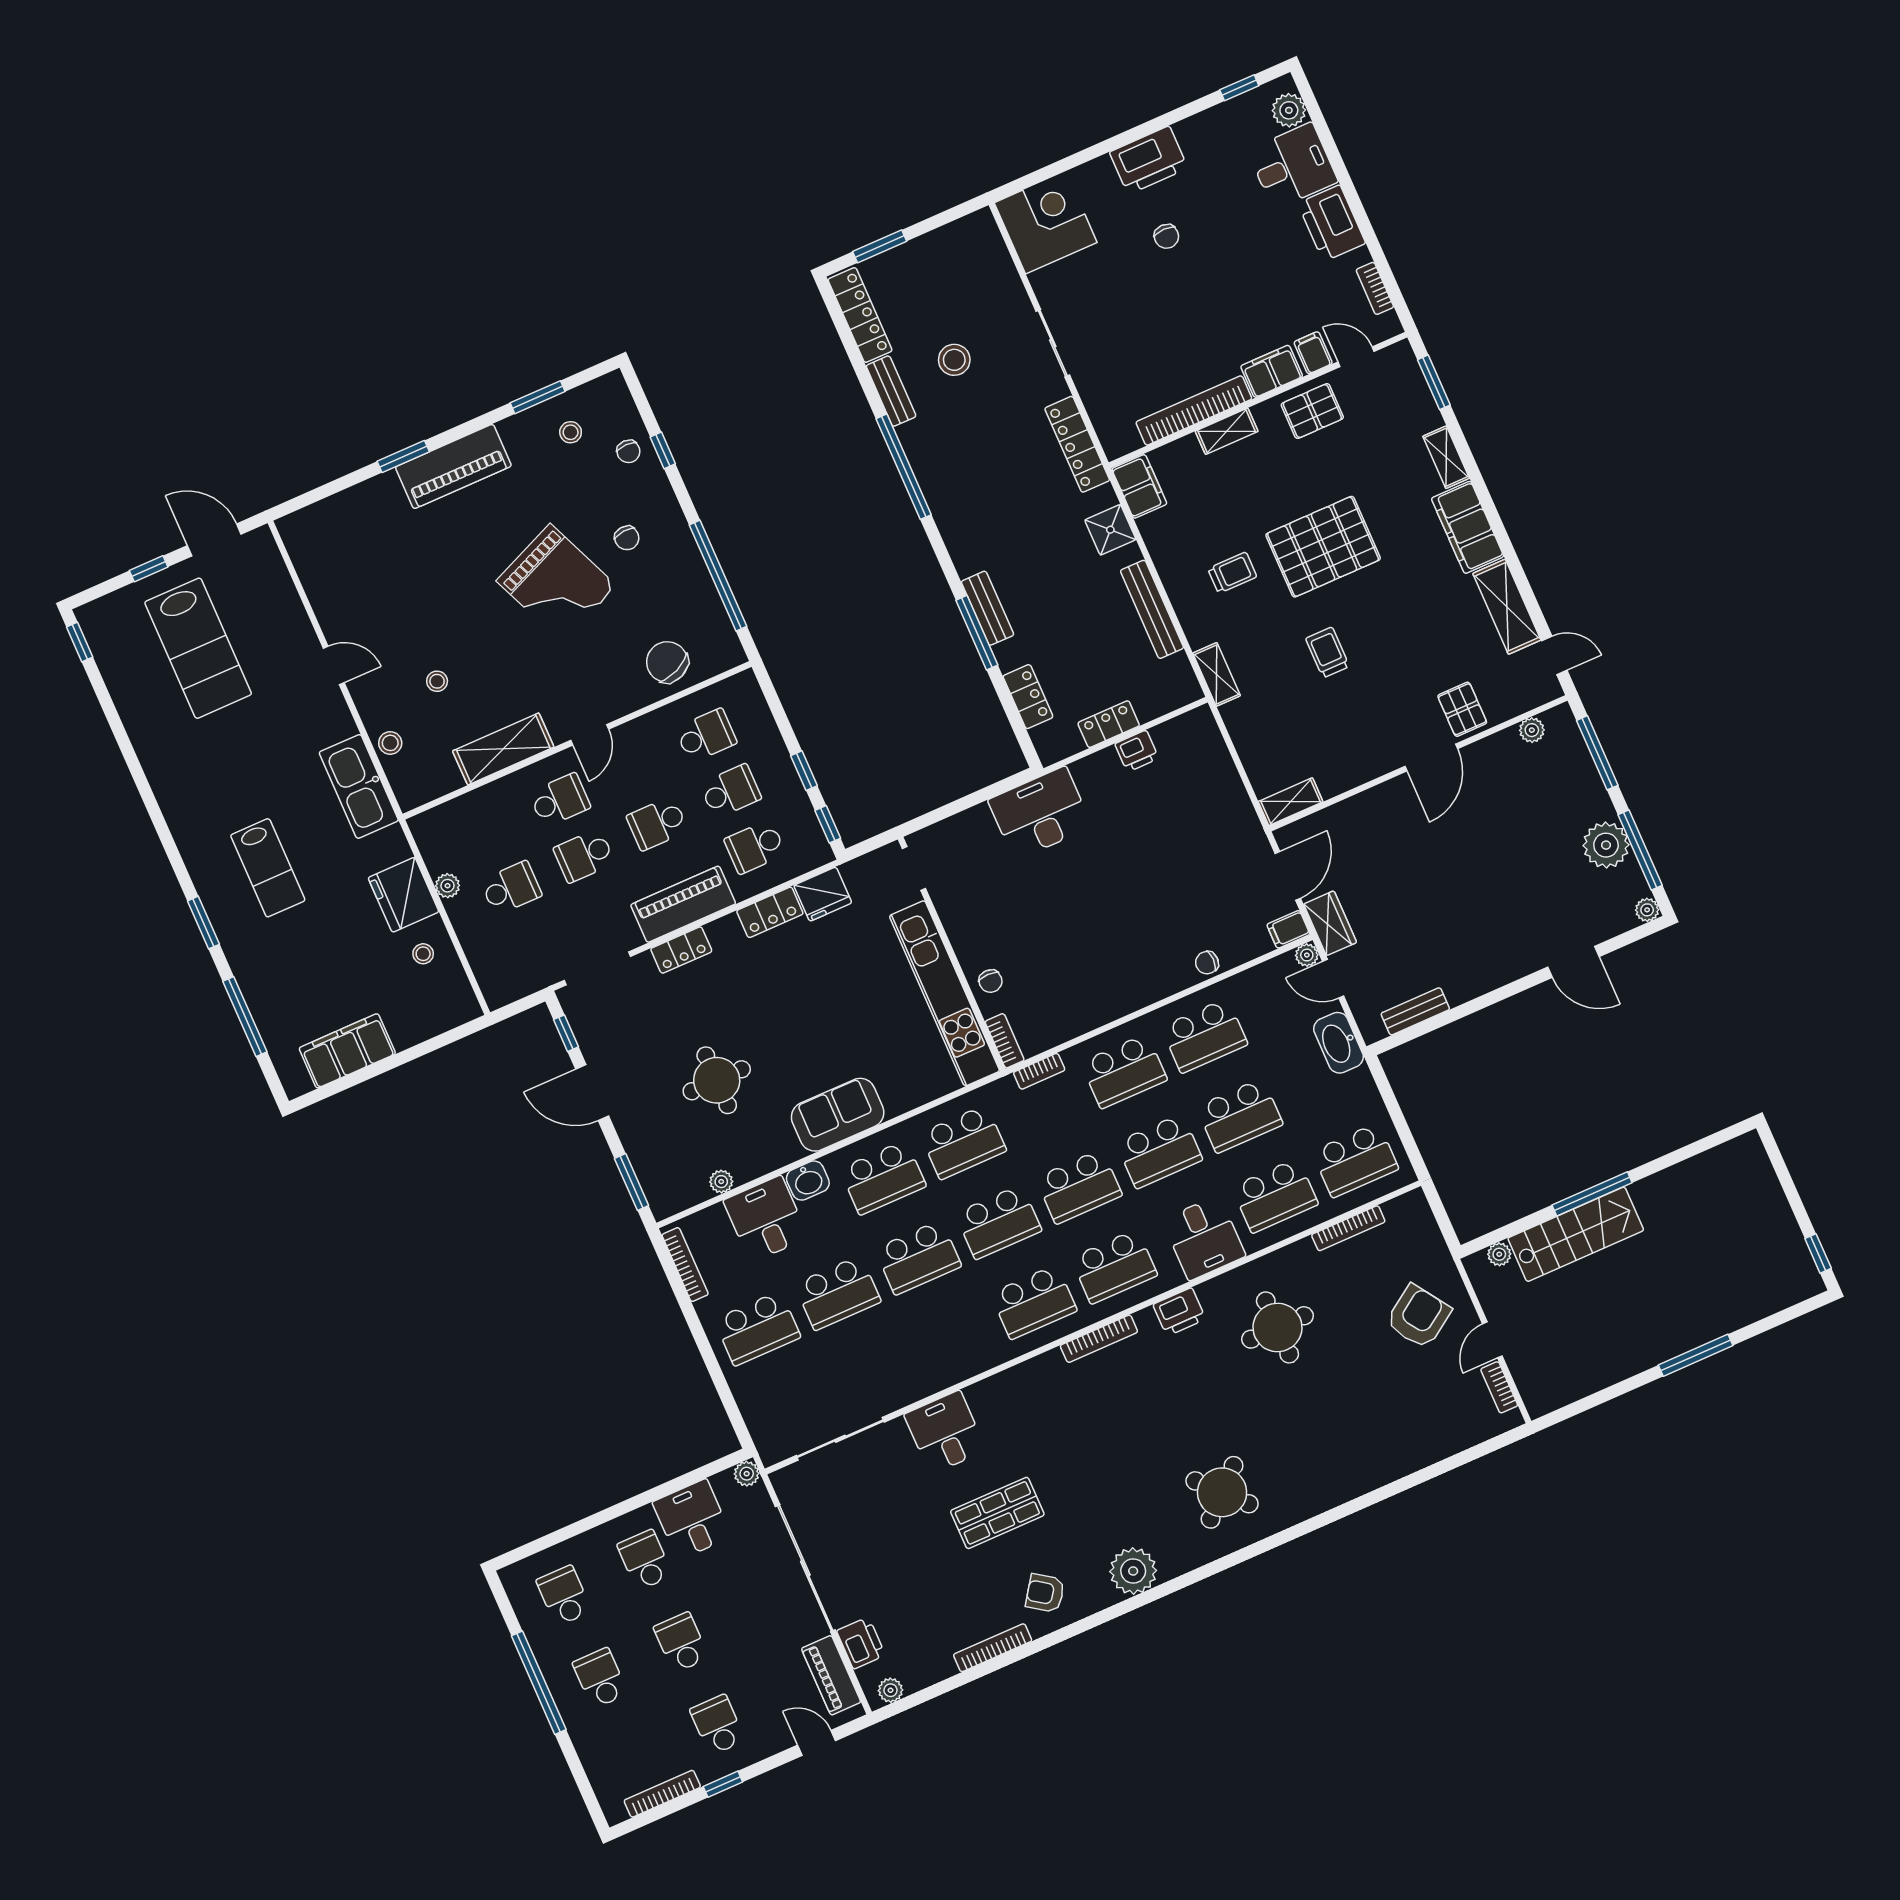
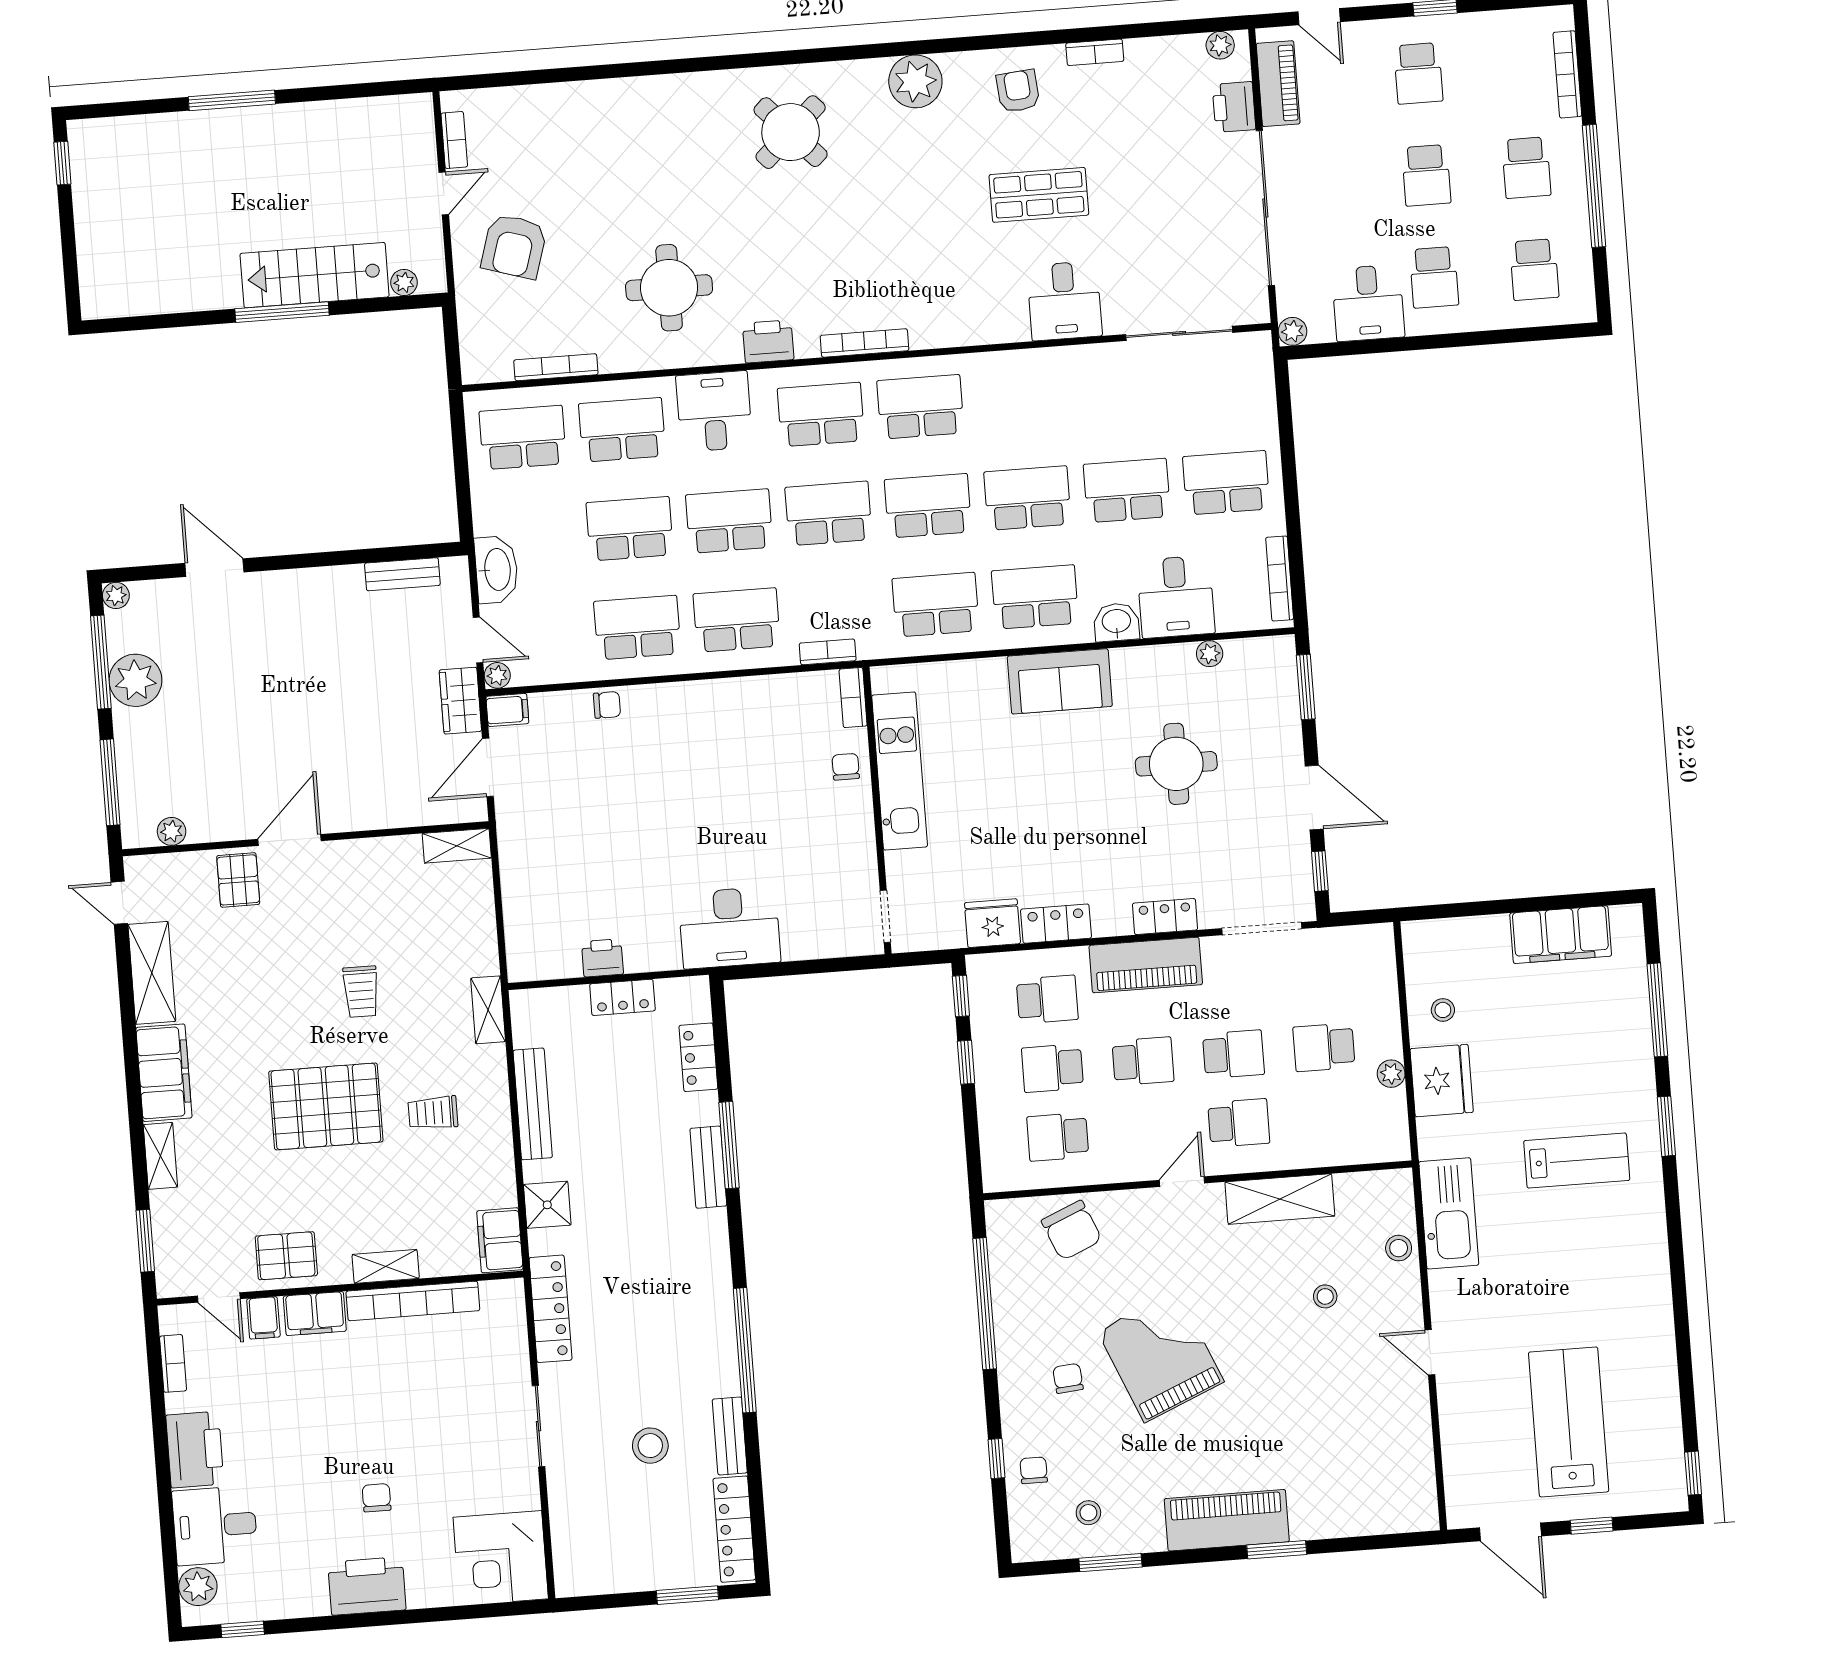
school desk: (560, 800) -> (1239, 1123), turned 180
lab bench: (268, 868) -> (1577, 1161), turned 90
kitchen unit: (945, 993) -> (900, 771), width x0.73
armchair: (1418, 1317) -> (514, 246), turned -39
armchair: (1045, 1593) -> (1018, 91), turned -130
bookcase: (993, 1648) -> (1095, 52), width x0.64
bookcase: (662, 1794) -> (1567, 74), moved, turned 90

